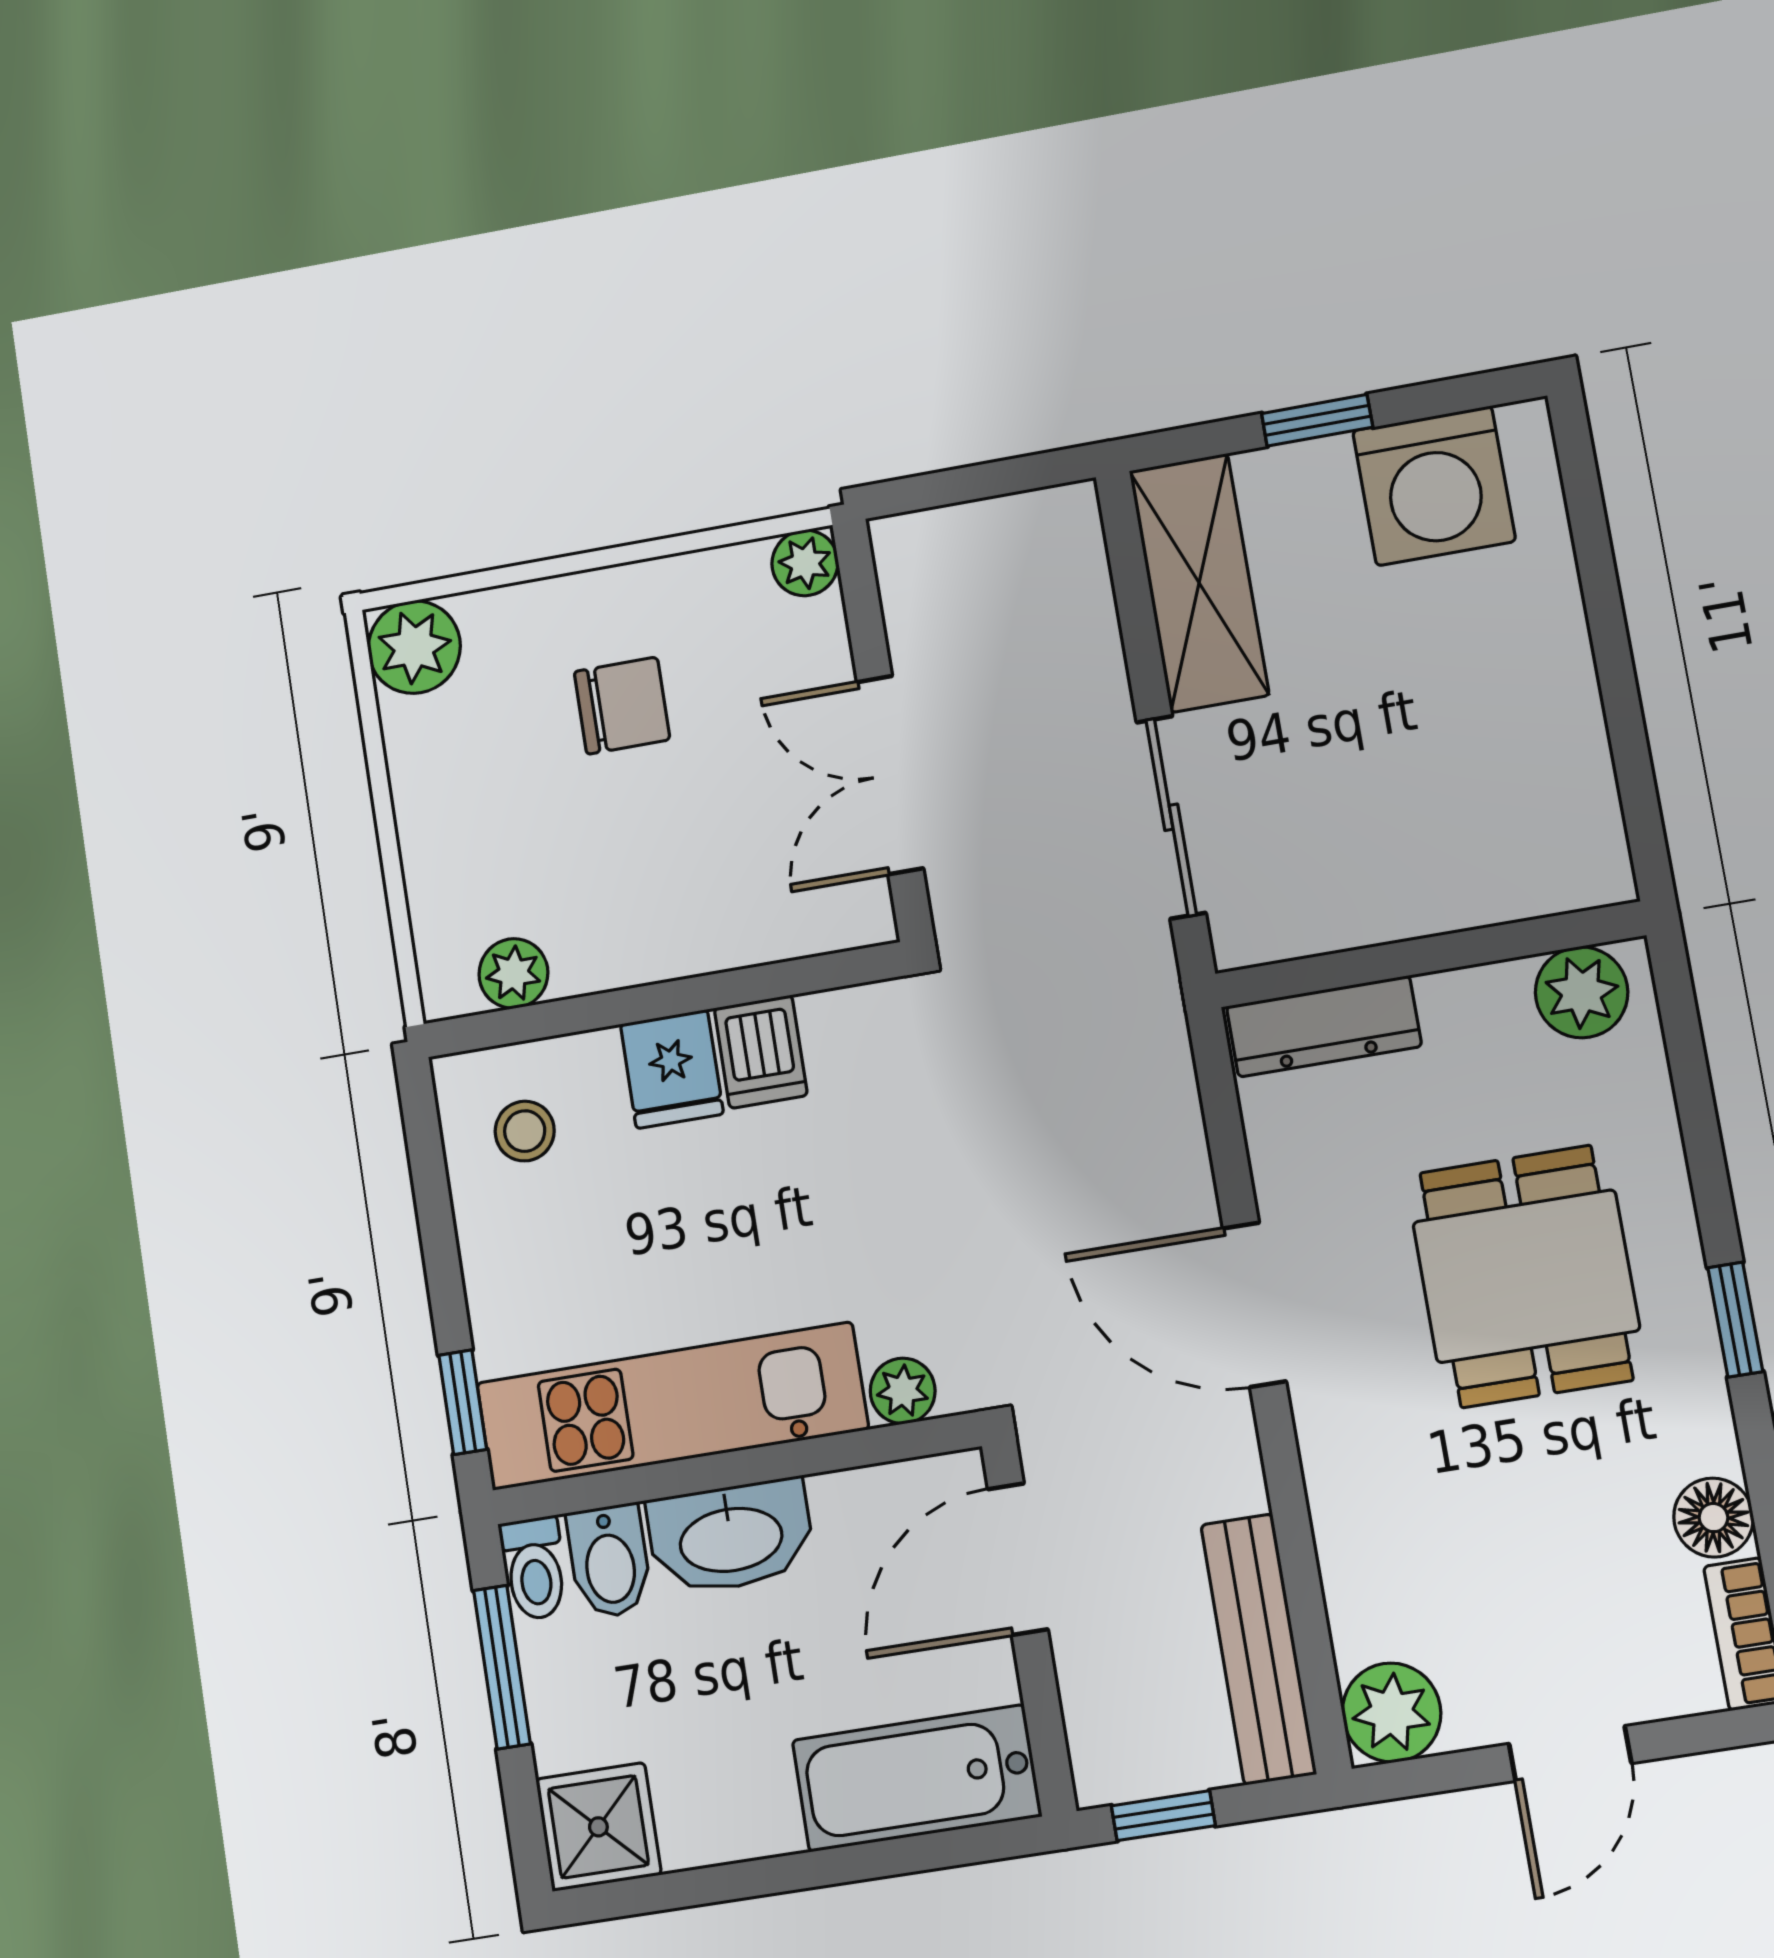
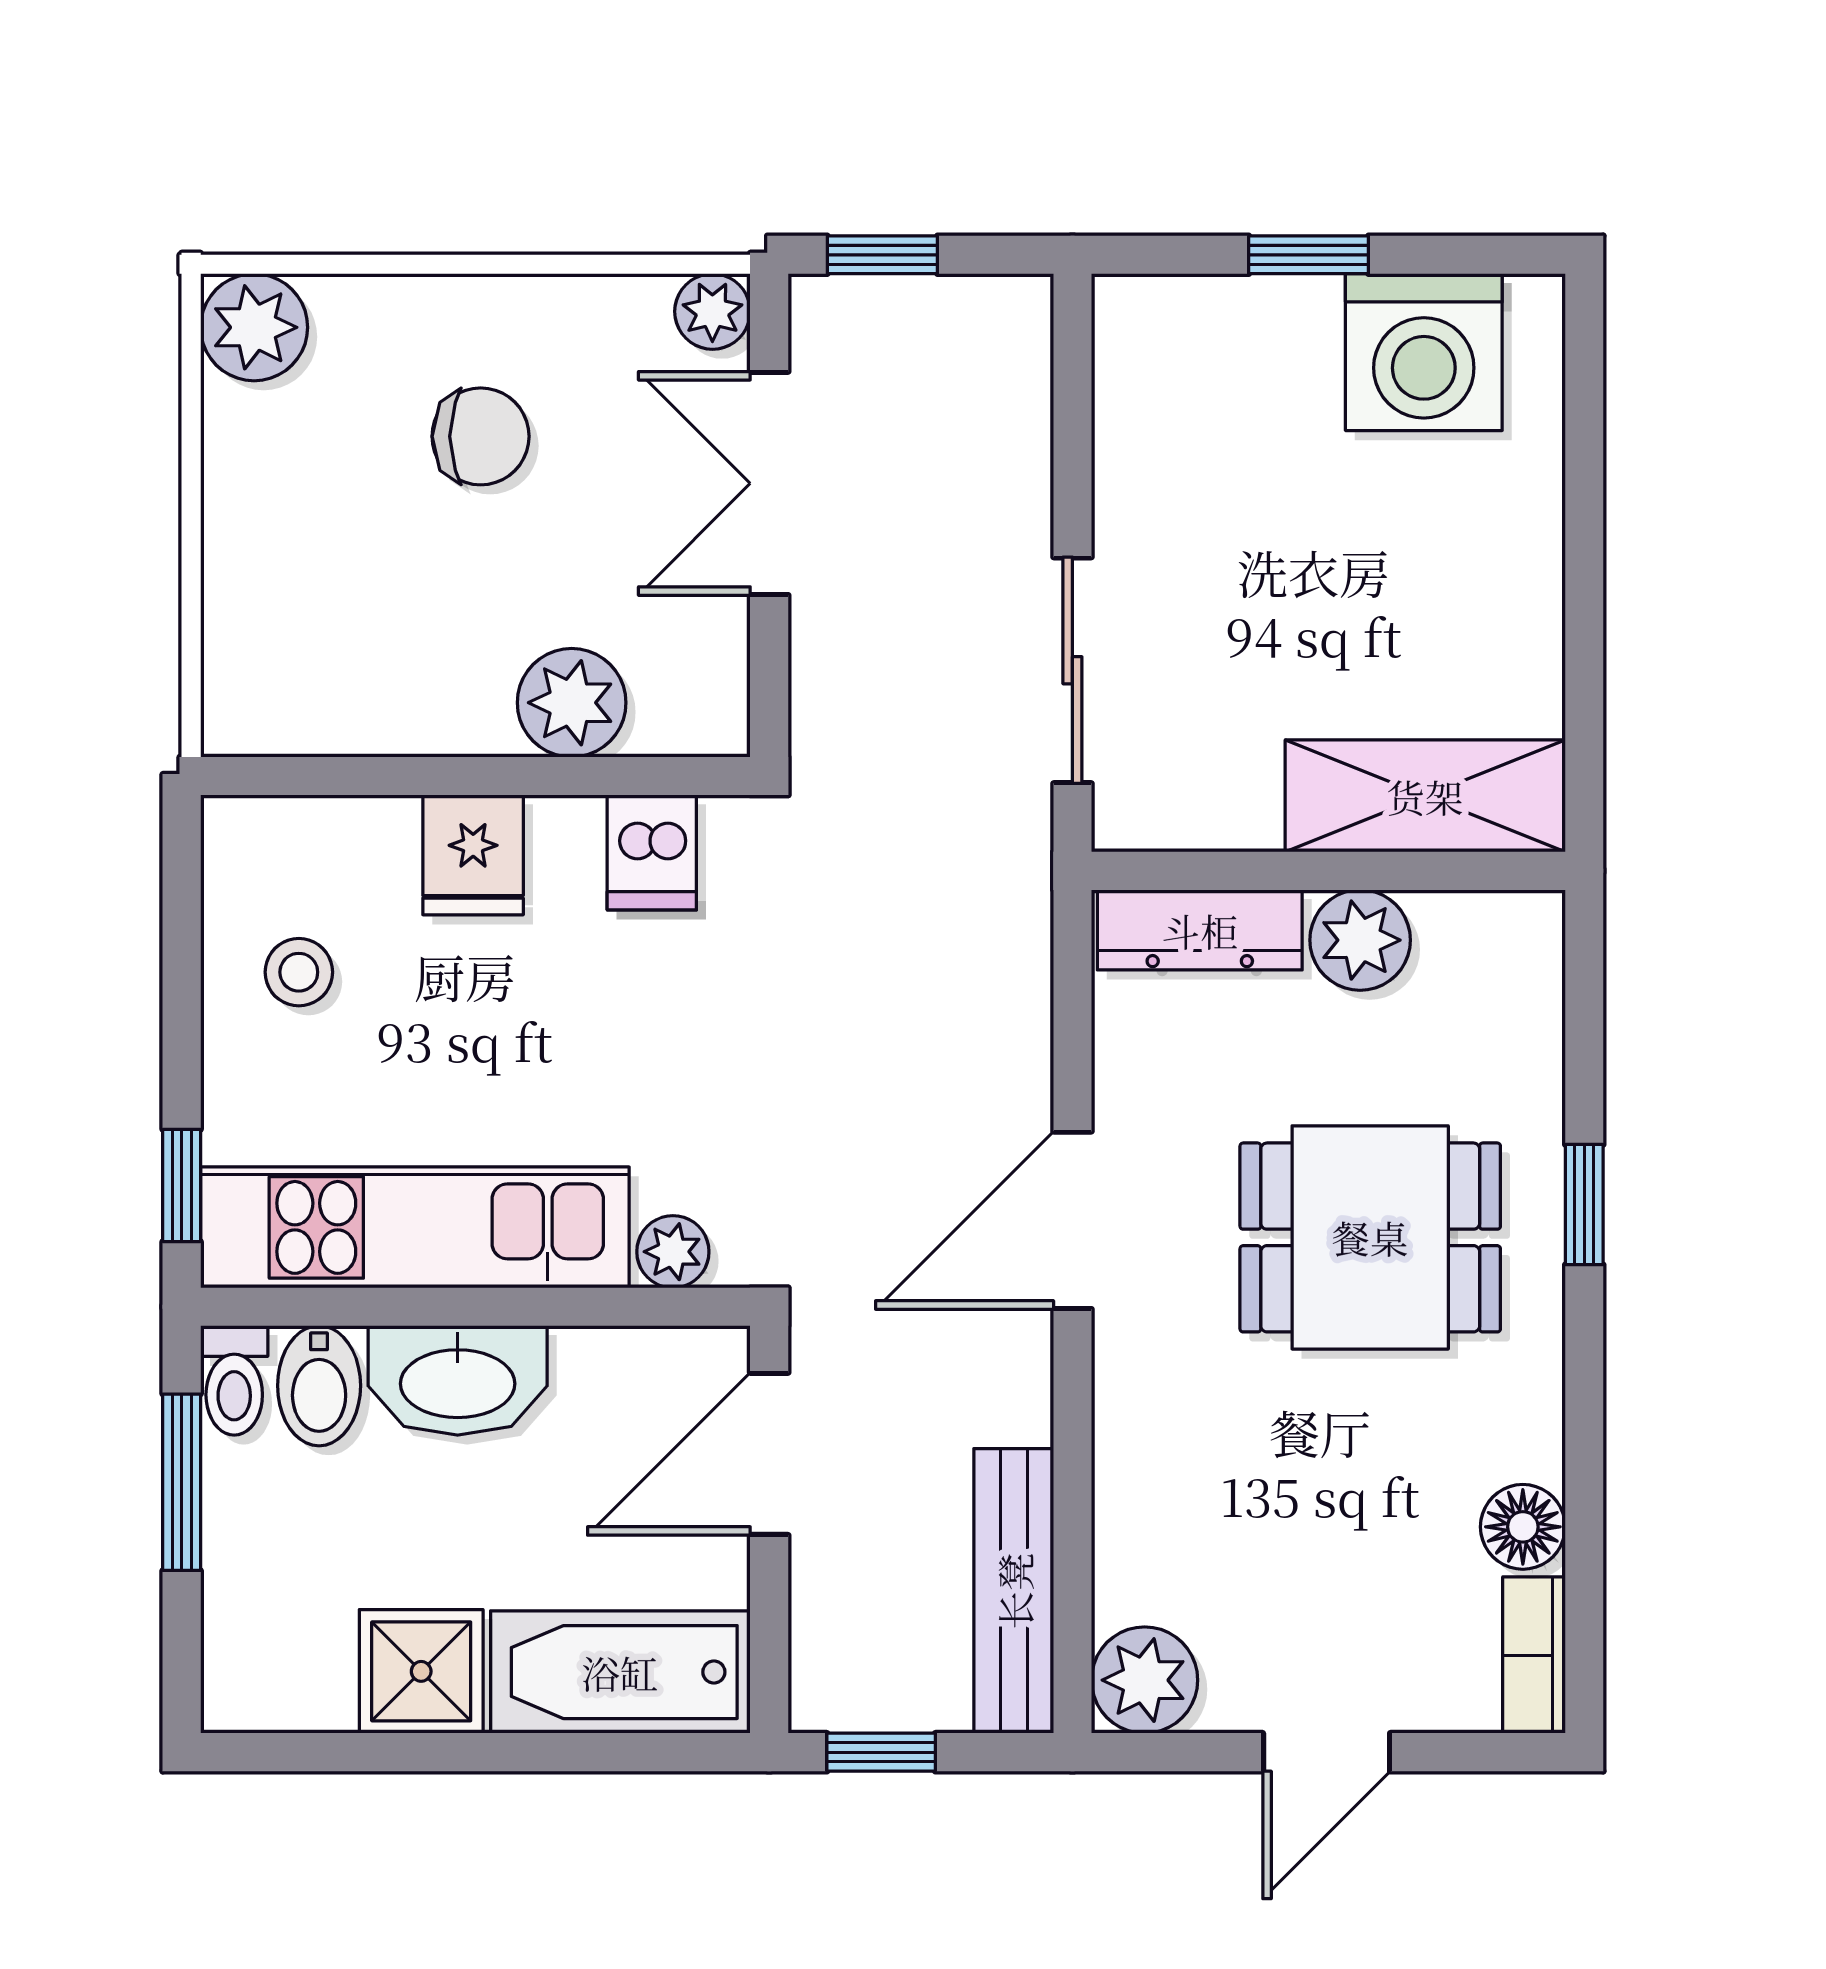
window: (944, 488) -> (882, 255), added
shelving: (1199, 583) -> (1425, 796), moved, turned 90
double door: (890, 775) -> (769, 483), moved
plant: (513, 973) -> (572, 703), moved, width x1.38, depth x1.38
plant: (1582, 992) -> (1360, 940), moved
dishwasher: (761, 1052) -> (652, 852), moved
stool: (525, 1131) -> (299, 972), moved
dining table: (1526, 1276) -> (1370, 1237), turned 90
door: (1254, 1305) -> (1072, 1220), hinge flipped
window: (1735, 1320) -> (1584, 1205), moved
shower: (598, 1827) -> (421, 1671), moved

